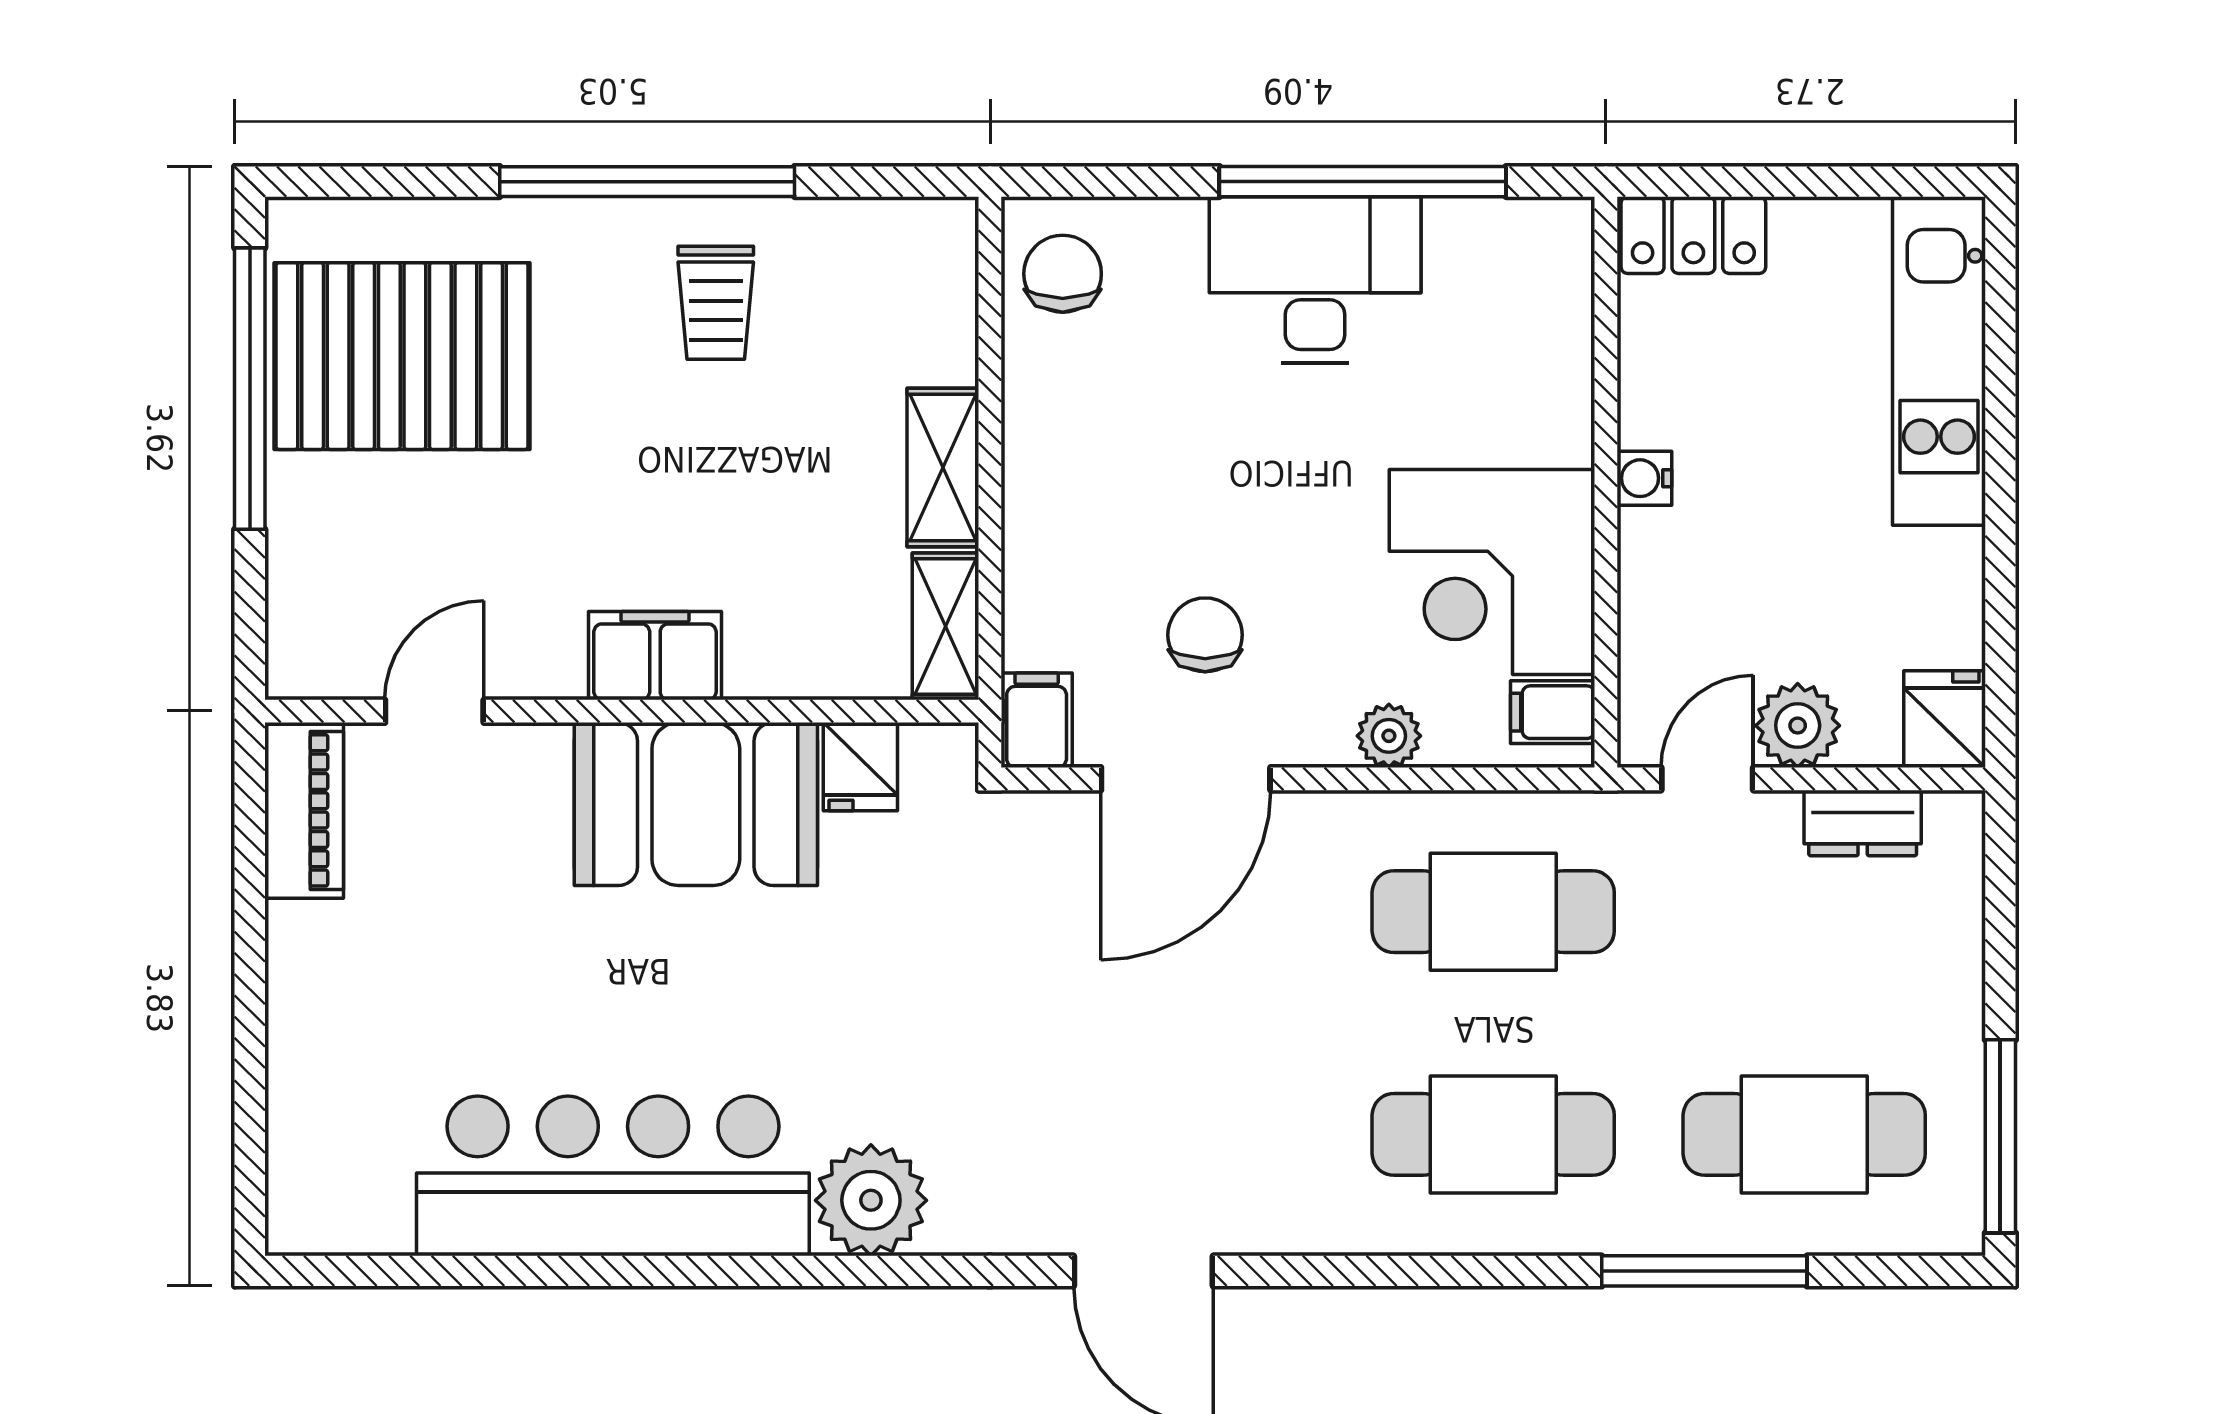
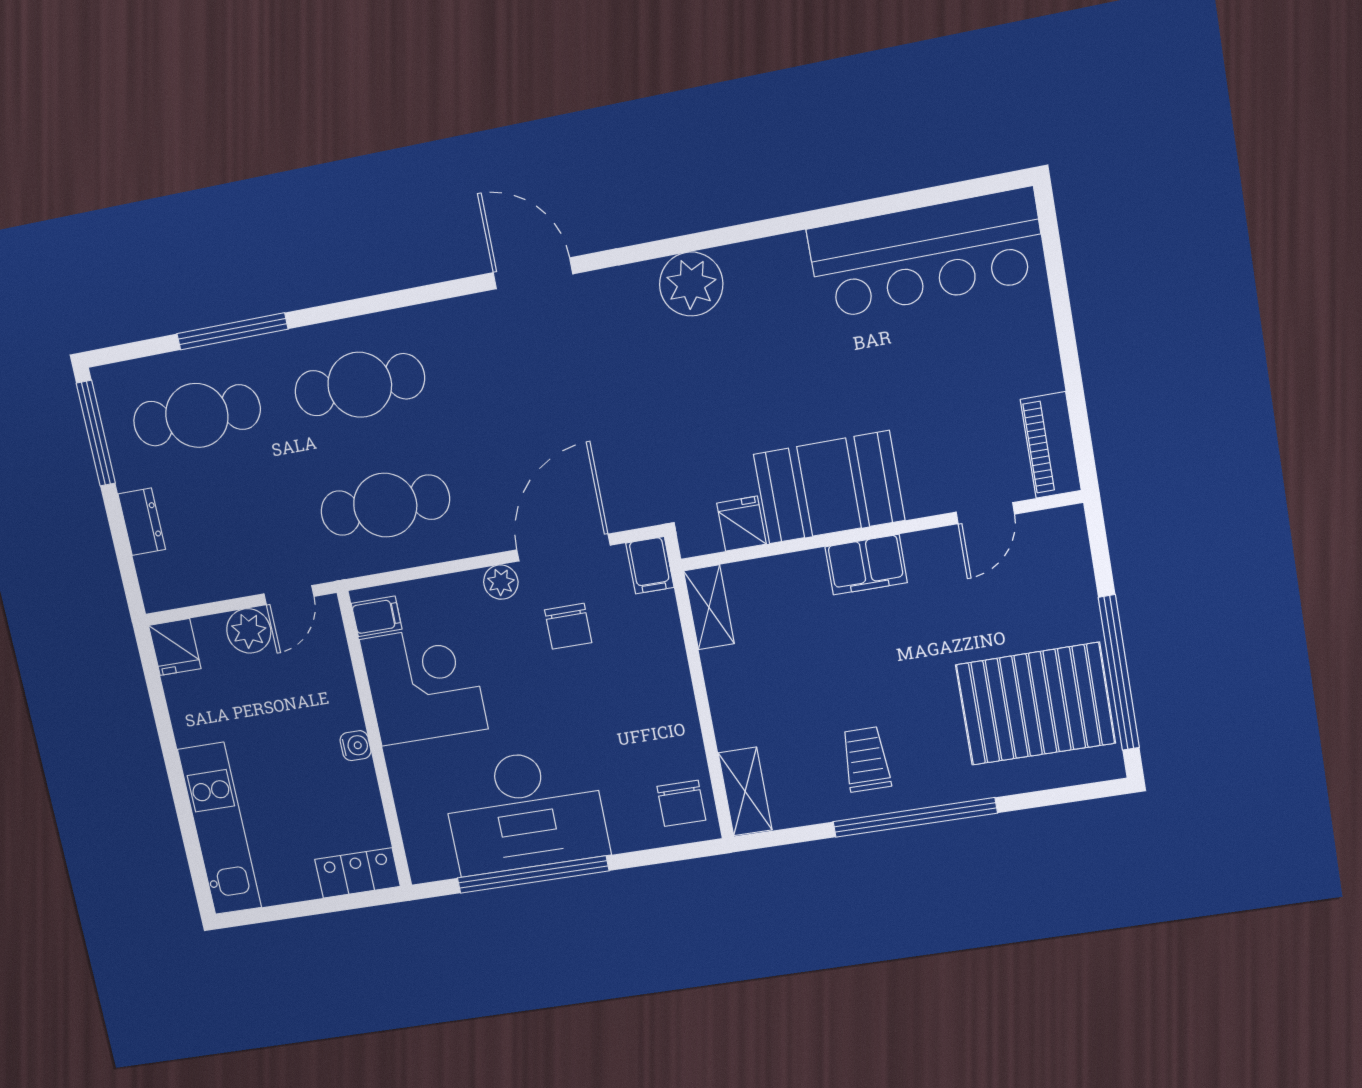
desk: (1315, 280) -> (525, 811), width x1.36, depth x1.30
shelving: (943, 468) -> (745, 791), moved
plant: (1389, 736) -> (501, 582), moved
dresser: (1863, 823) -> (142, 522), moved, turned 90
bar counter: (613, 1176) -> (926, 254), moved

